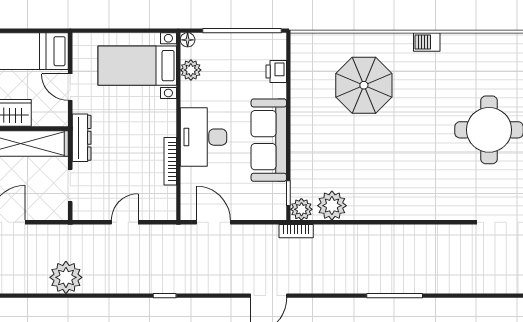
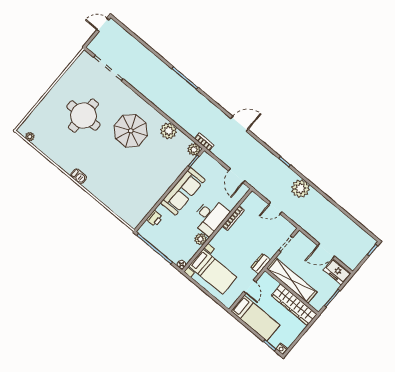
plant: (191, 70) -> (200, 239), moved
parasol: (364, 85) -> (131, 131), moved
dresser: (82, 138) -> (261, 264), width x0.70
plant: (332, 206) -> (169, 131), moved
plant: (66, 277) -> (300, 188), moved

